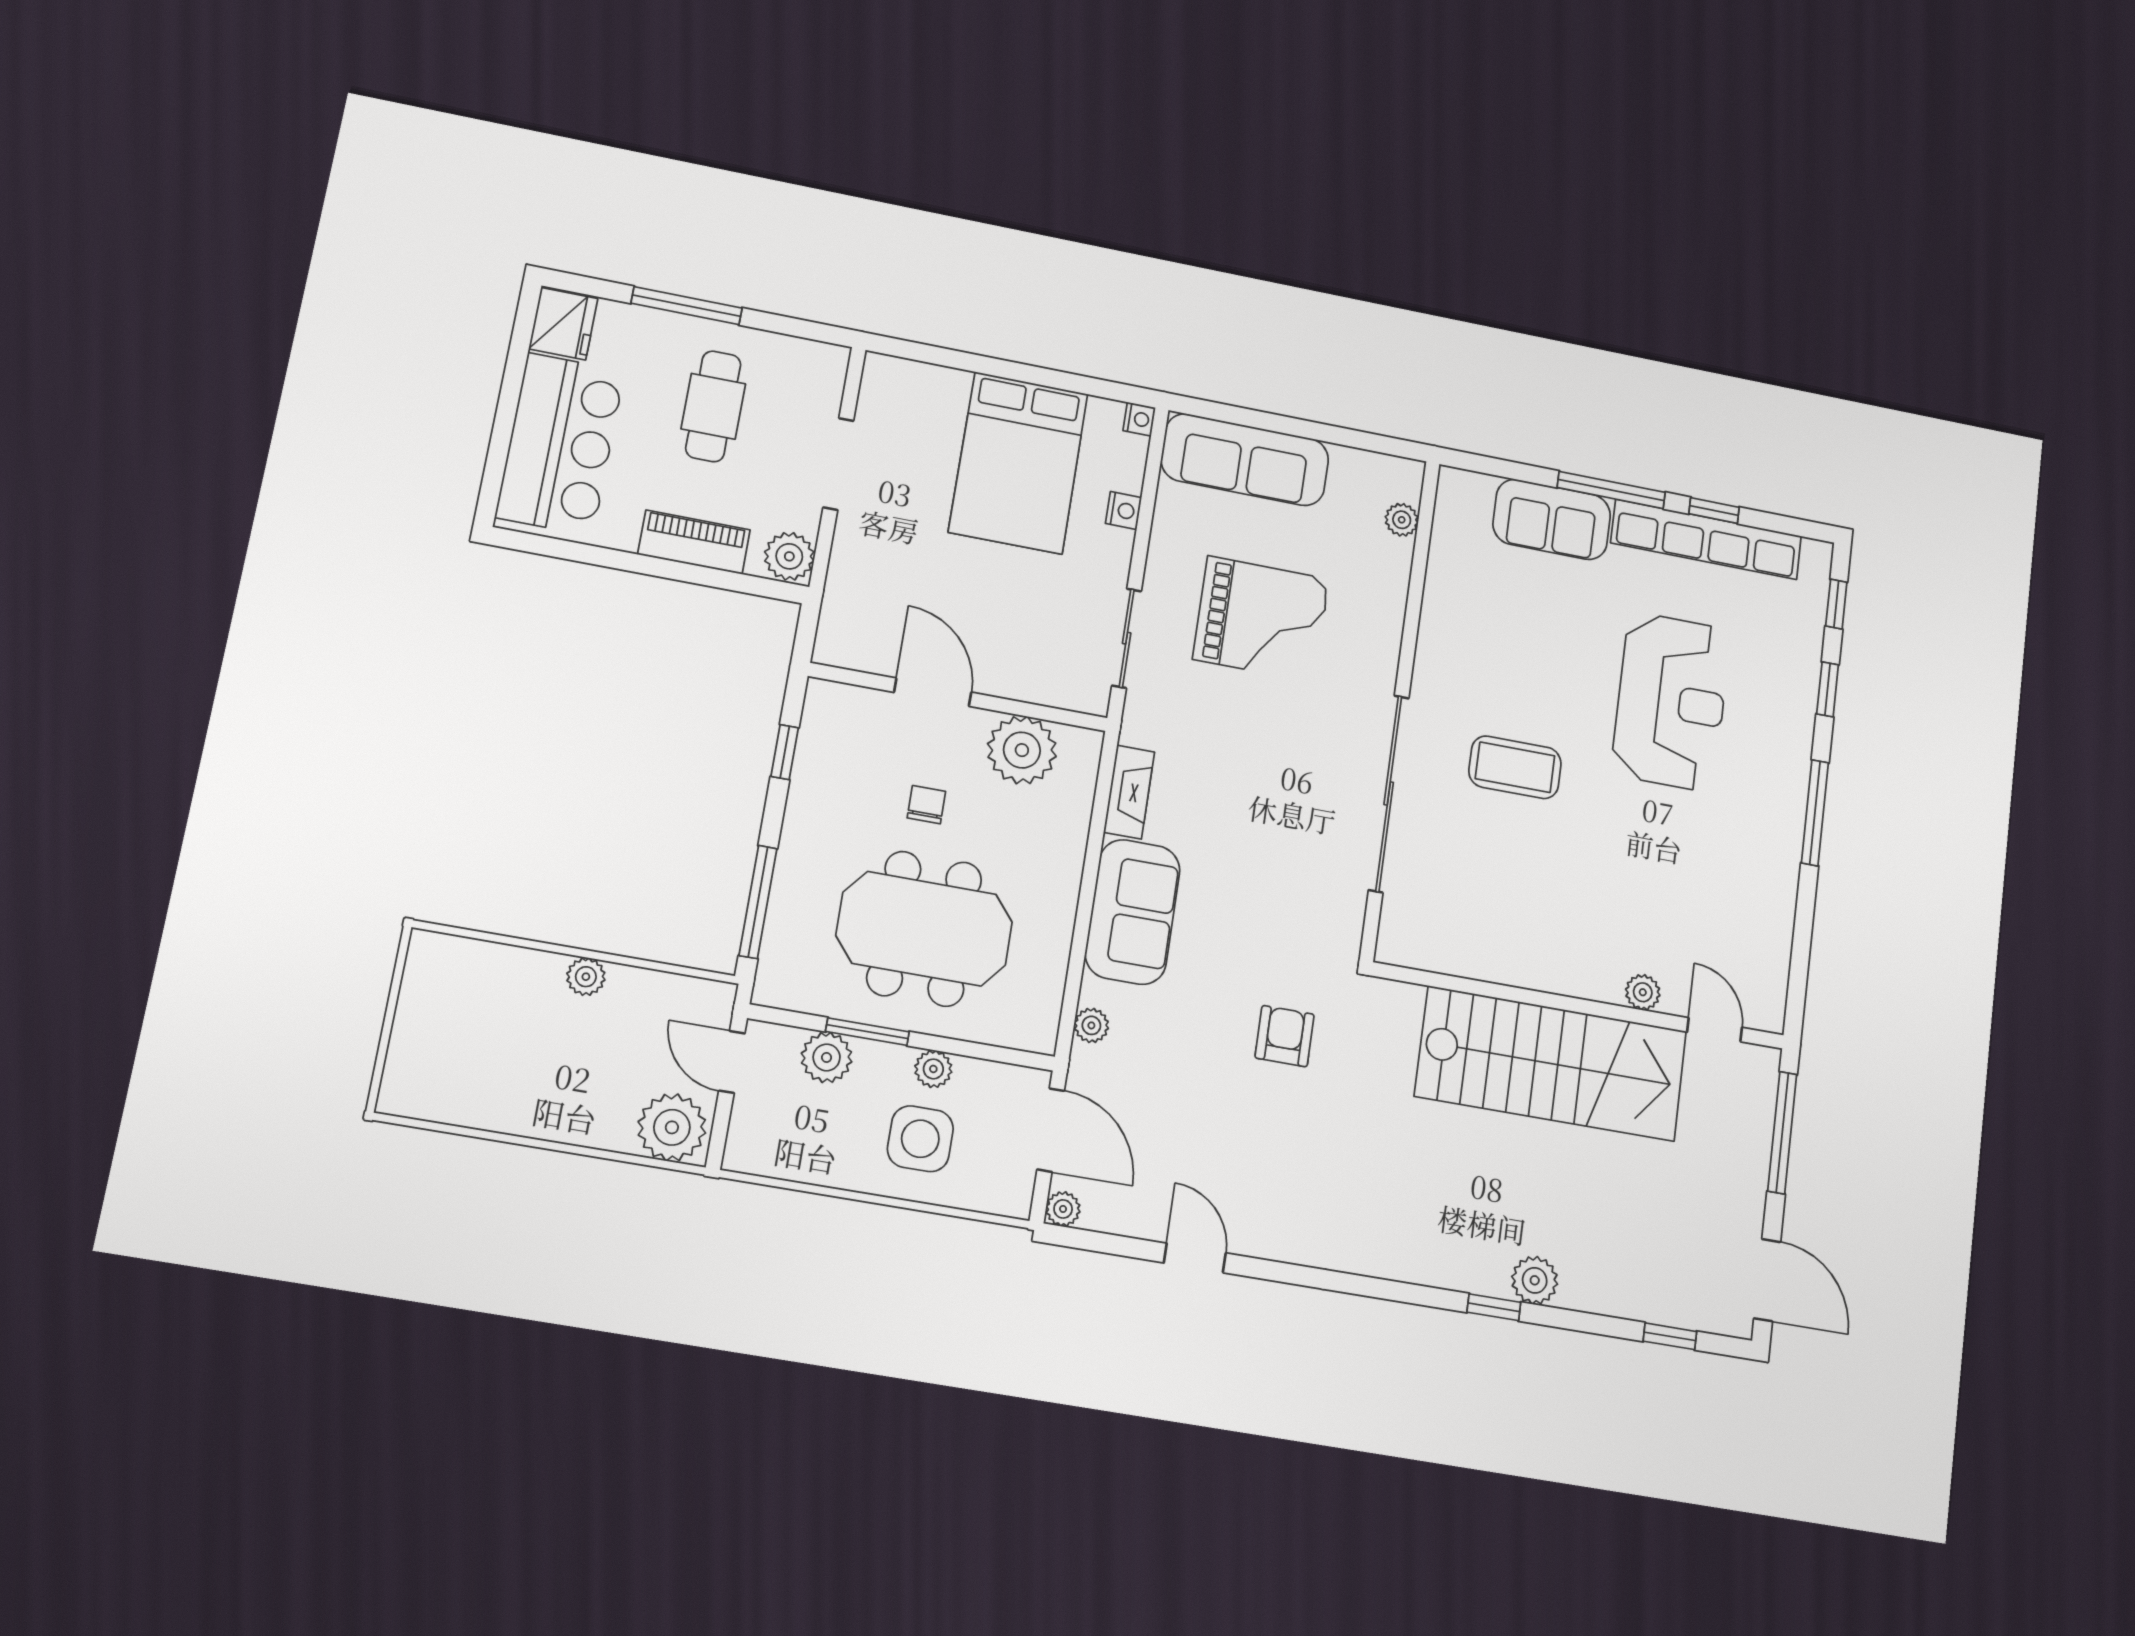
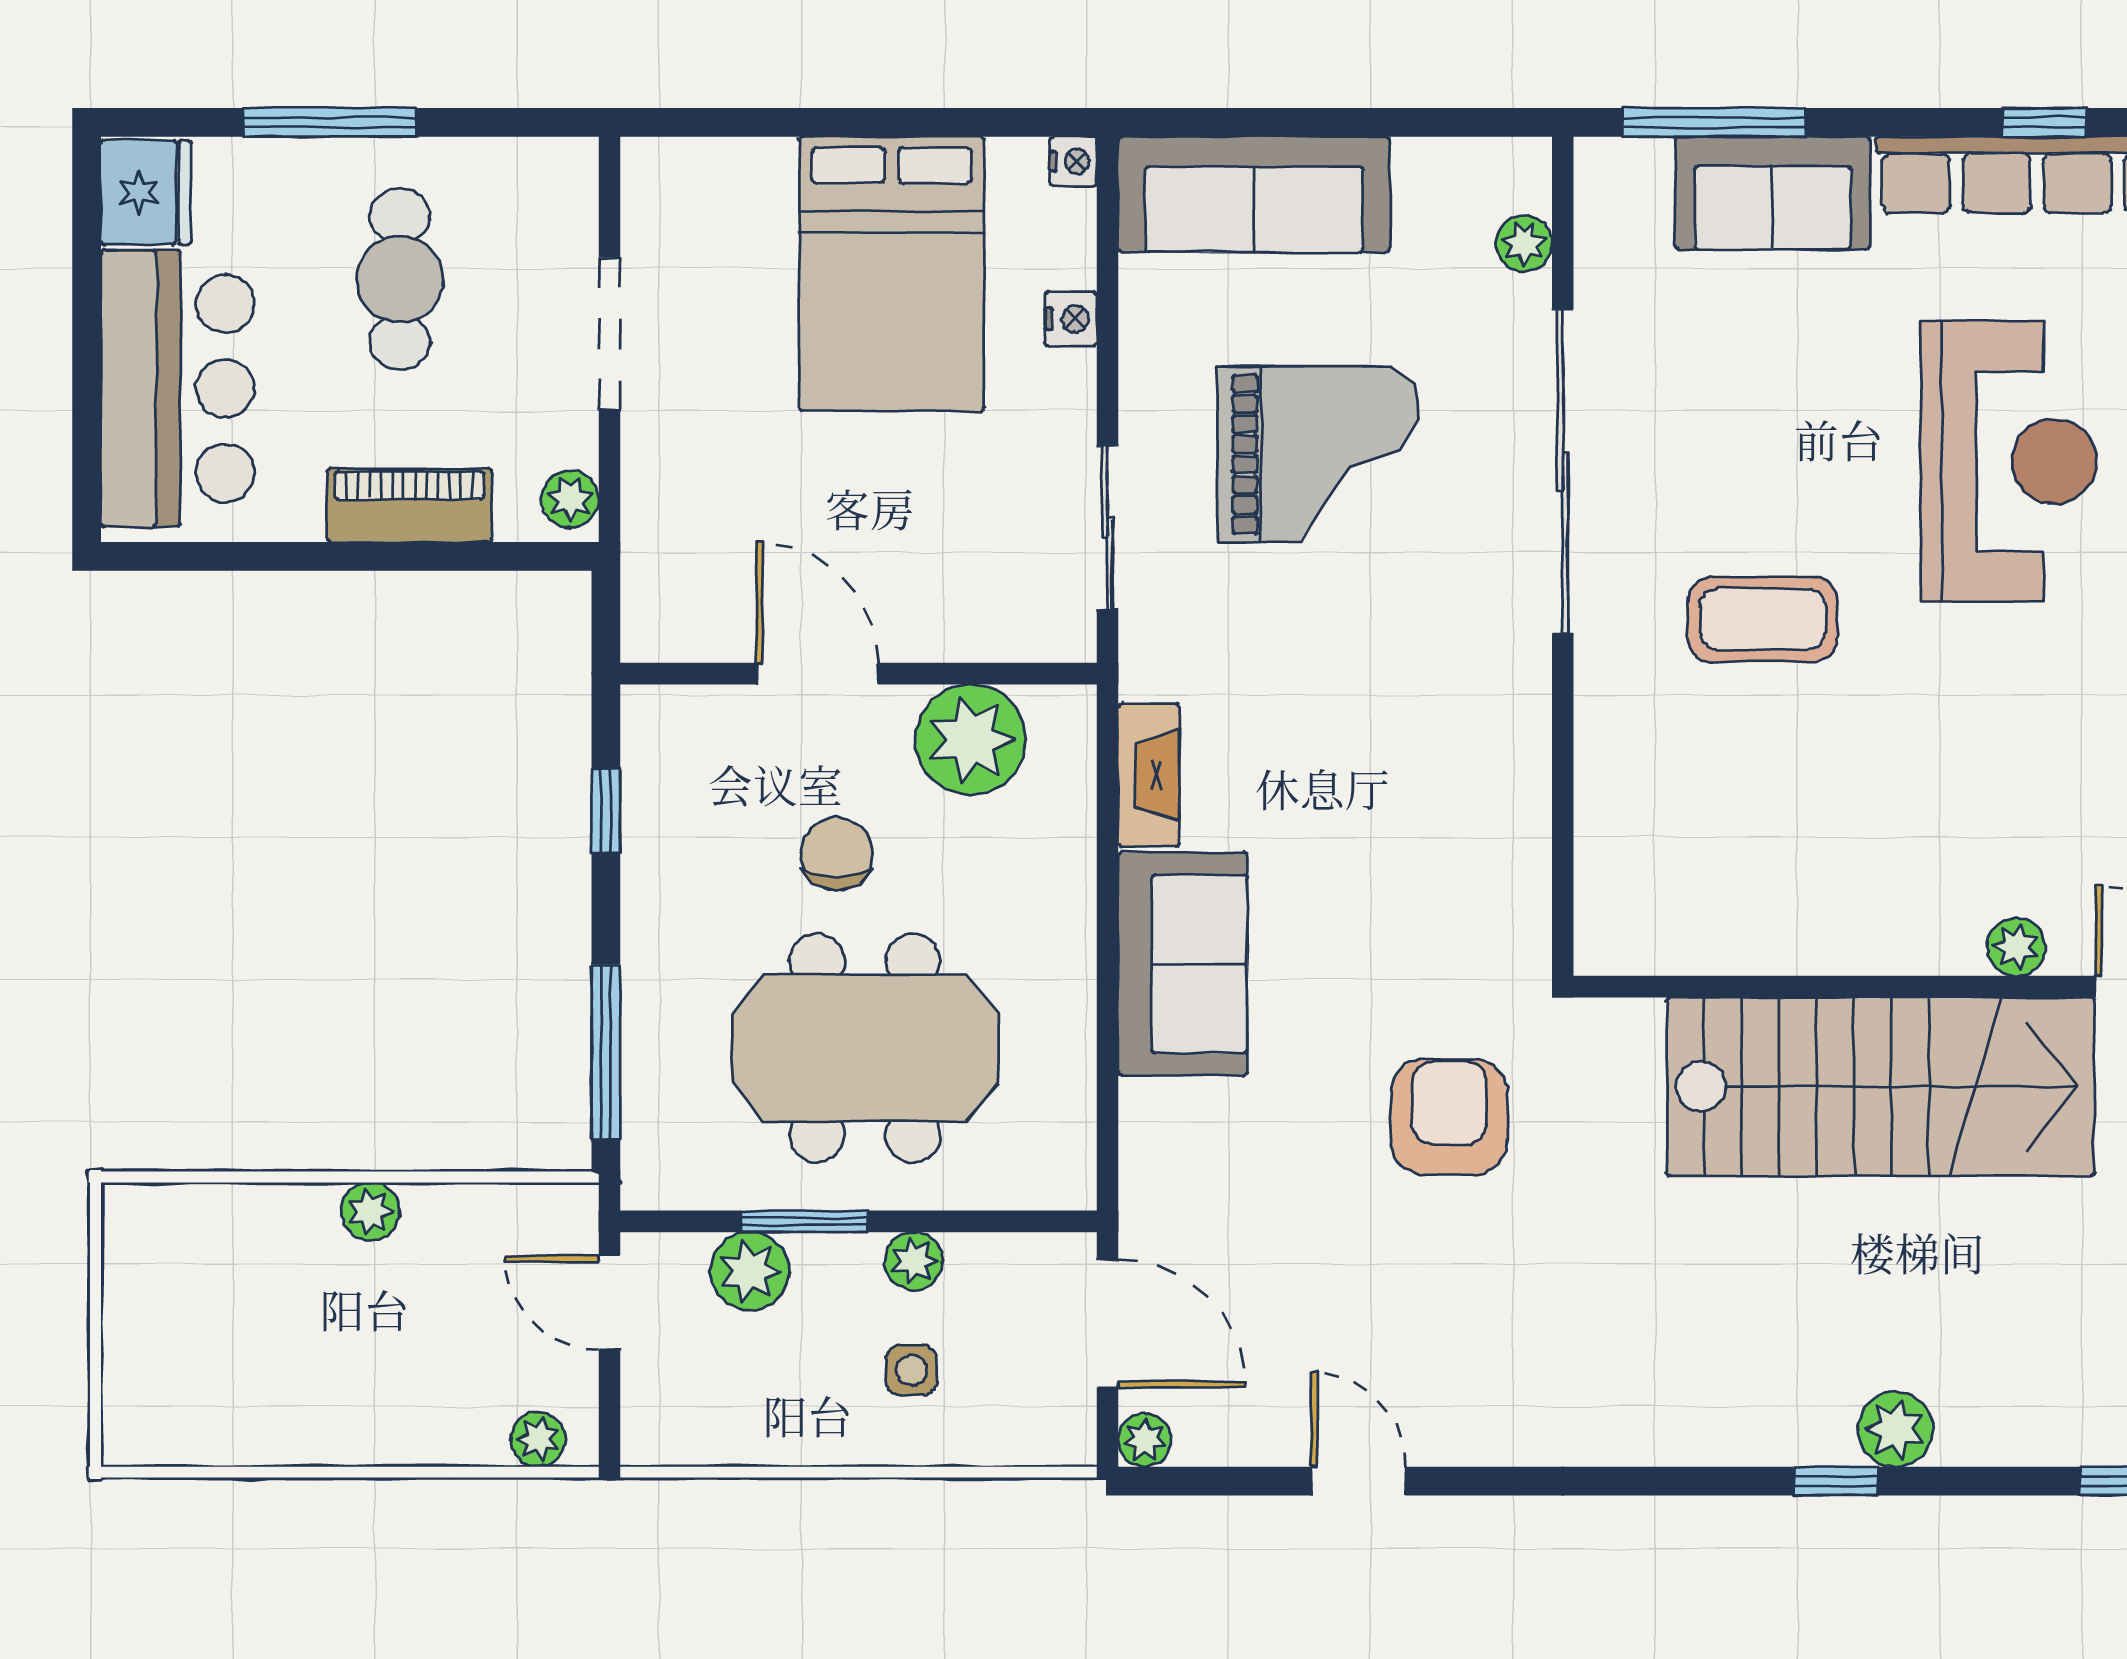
window: (1611, 490) -> (1714, 122), moved
plant: (789, 556) -> (570, 499), width x0.73, depth x0.73
sliding door: (1389, 794) -> (1563, 471), moved
chair: (926, 805) -> (837, 854), width x1.37, depth x1.37
plant: (1091, 1025) -> (1145, 1152), removed
armchair: (1285, 1036) -> (1449, 1117), width x1.38, depth x1.38
plant: (672, 1127) -> (538, 1439), width x0.53, depth x0.53
side table: (920, 1139) -> (911, 1370), width x0.54, depth x0.54

